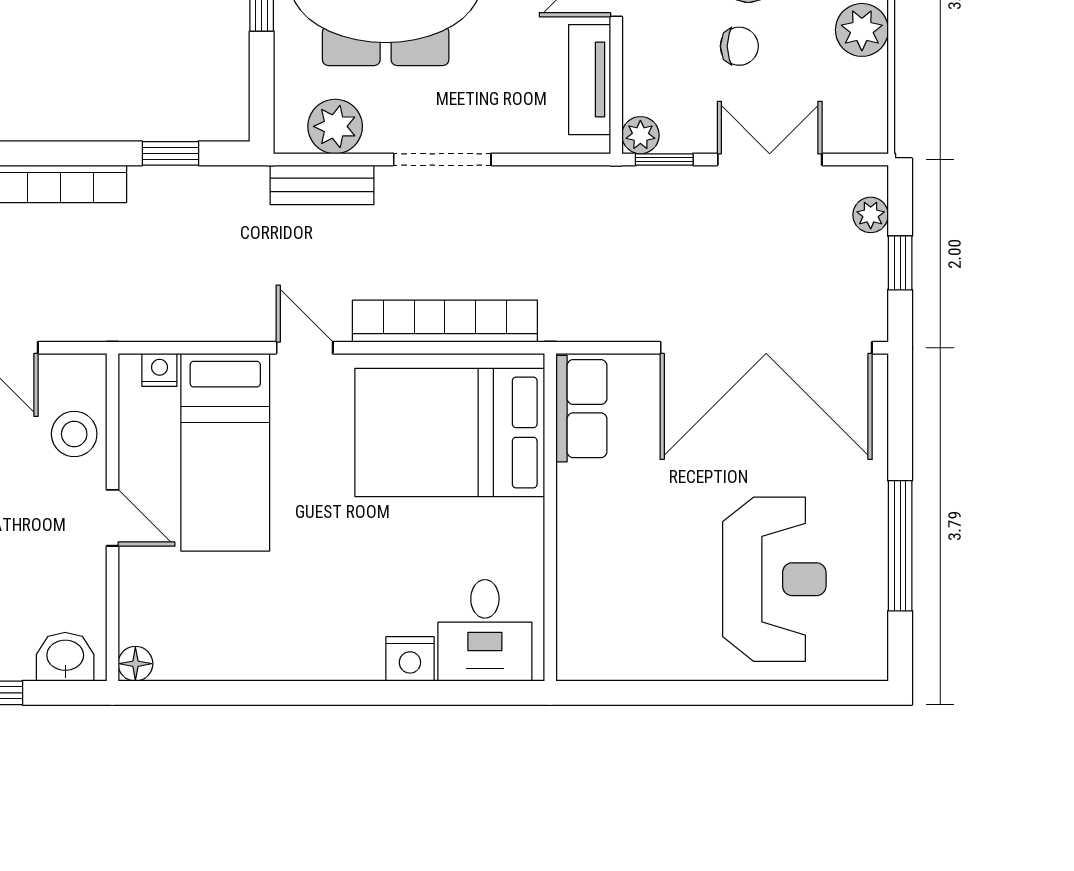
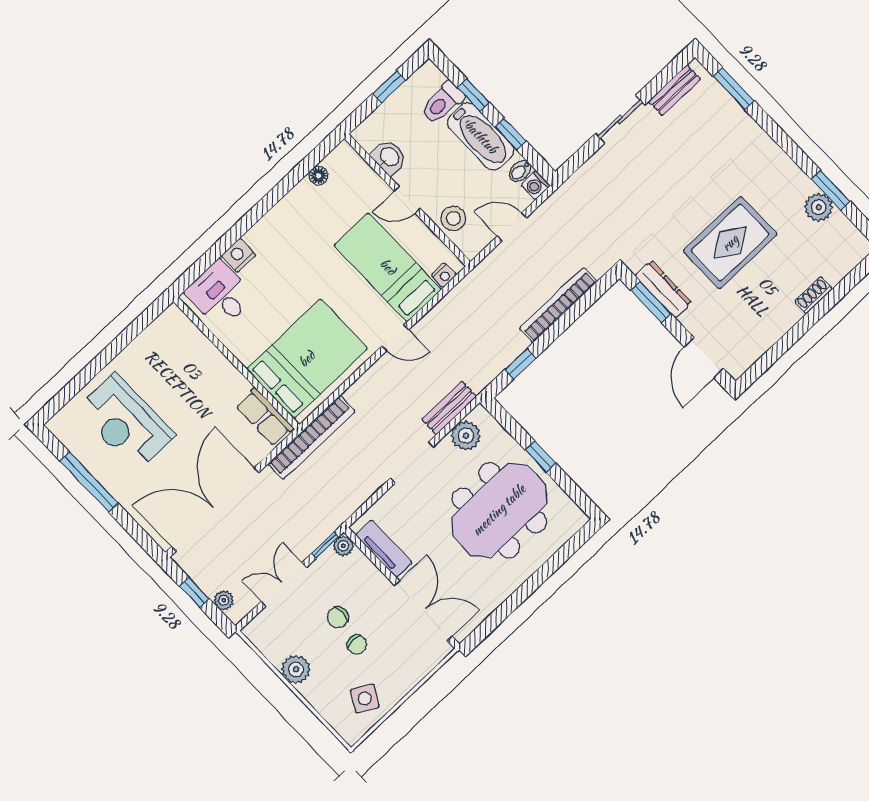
double door: (770, 159) -> (284, 584), swing flipped
bookcase: (445, 321) -> (312, 437), moved
washbasin: (65, 657) -> (389, 157), moved, turned -90
floor lamp: (135, 664) -> (319, 176), moved

